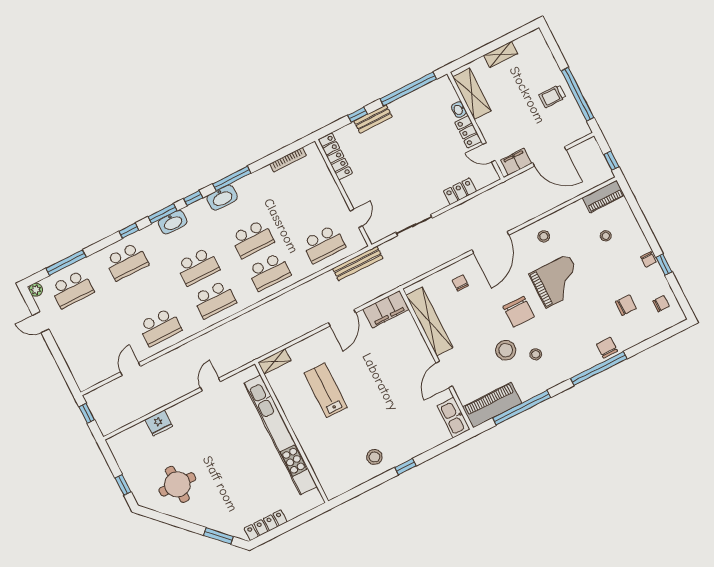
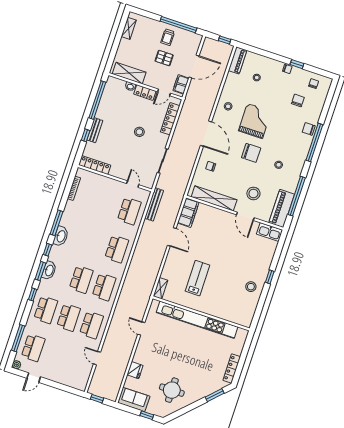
shelving: (501, 54) -> (129, 28), moved
pallet: (526, 115) -> (164, 58), added
stool: (420, 169) -> (139, 132), added
locker: (460, 191) -> (170, 119), width x1.53
school desk: (252, 239) -> (69, 317), moved
stool: (506, 350) -> (253, 193), moved
lab bench: (326, 390) -> (197, 278), turned 90
sofa: (126, 454) -> (134, 399), added

